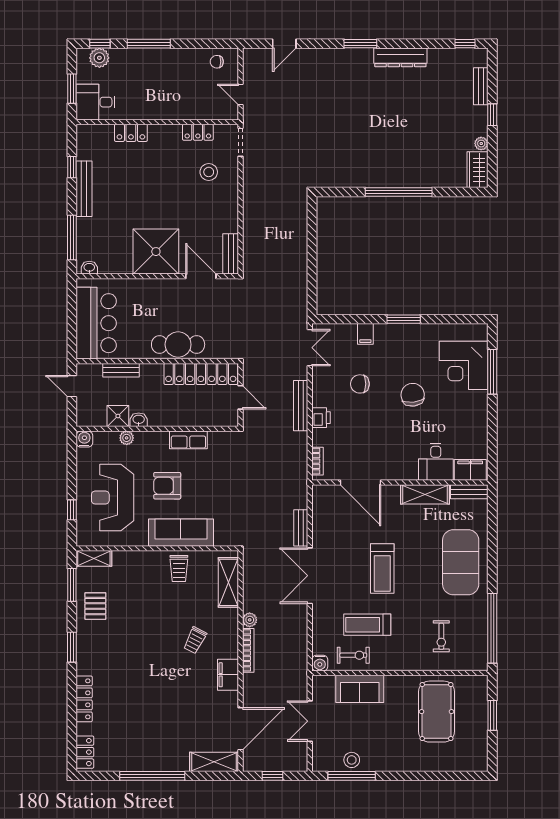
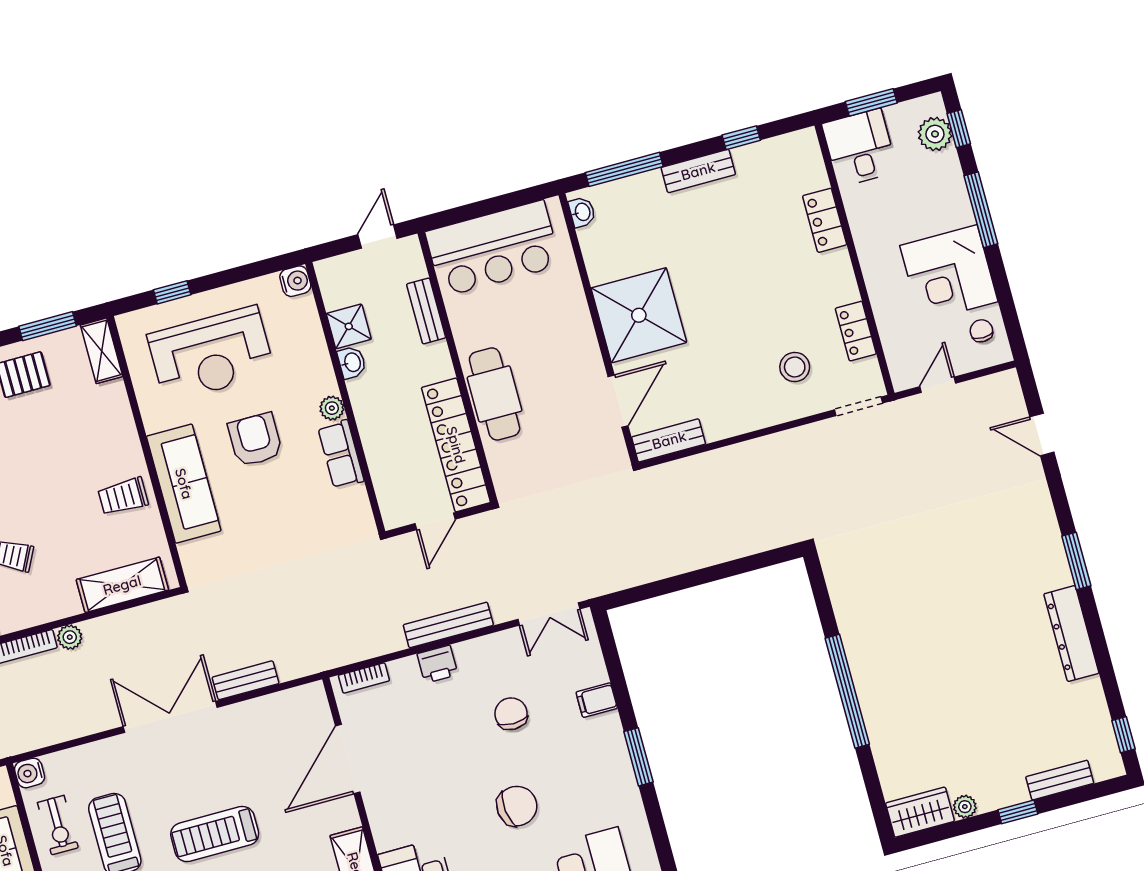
corner desk: (180, 71) -> (949, 274), added
bench: (84, 189) -> (698, 171), width x0.73
plant: (127, 438) -> (332, 408), moved
reception desk: (113, 498) -> (211, 354), turned 180

